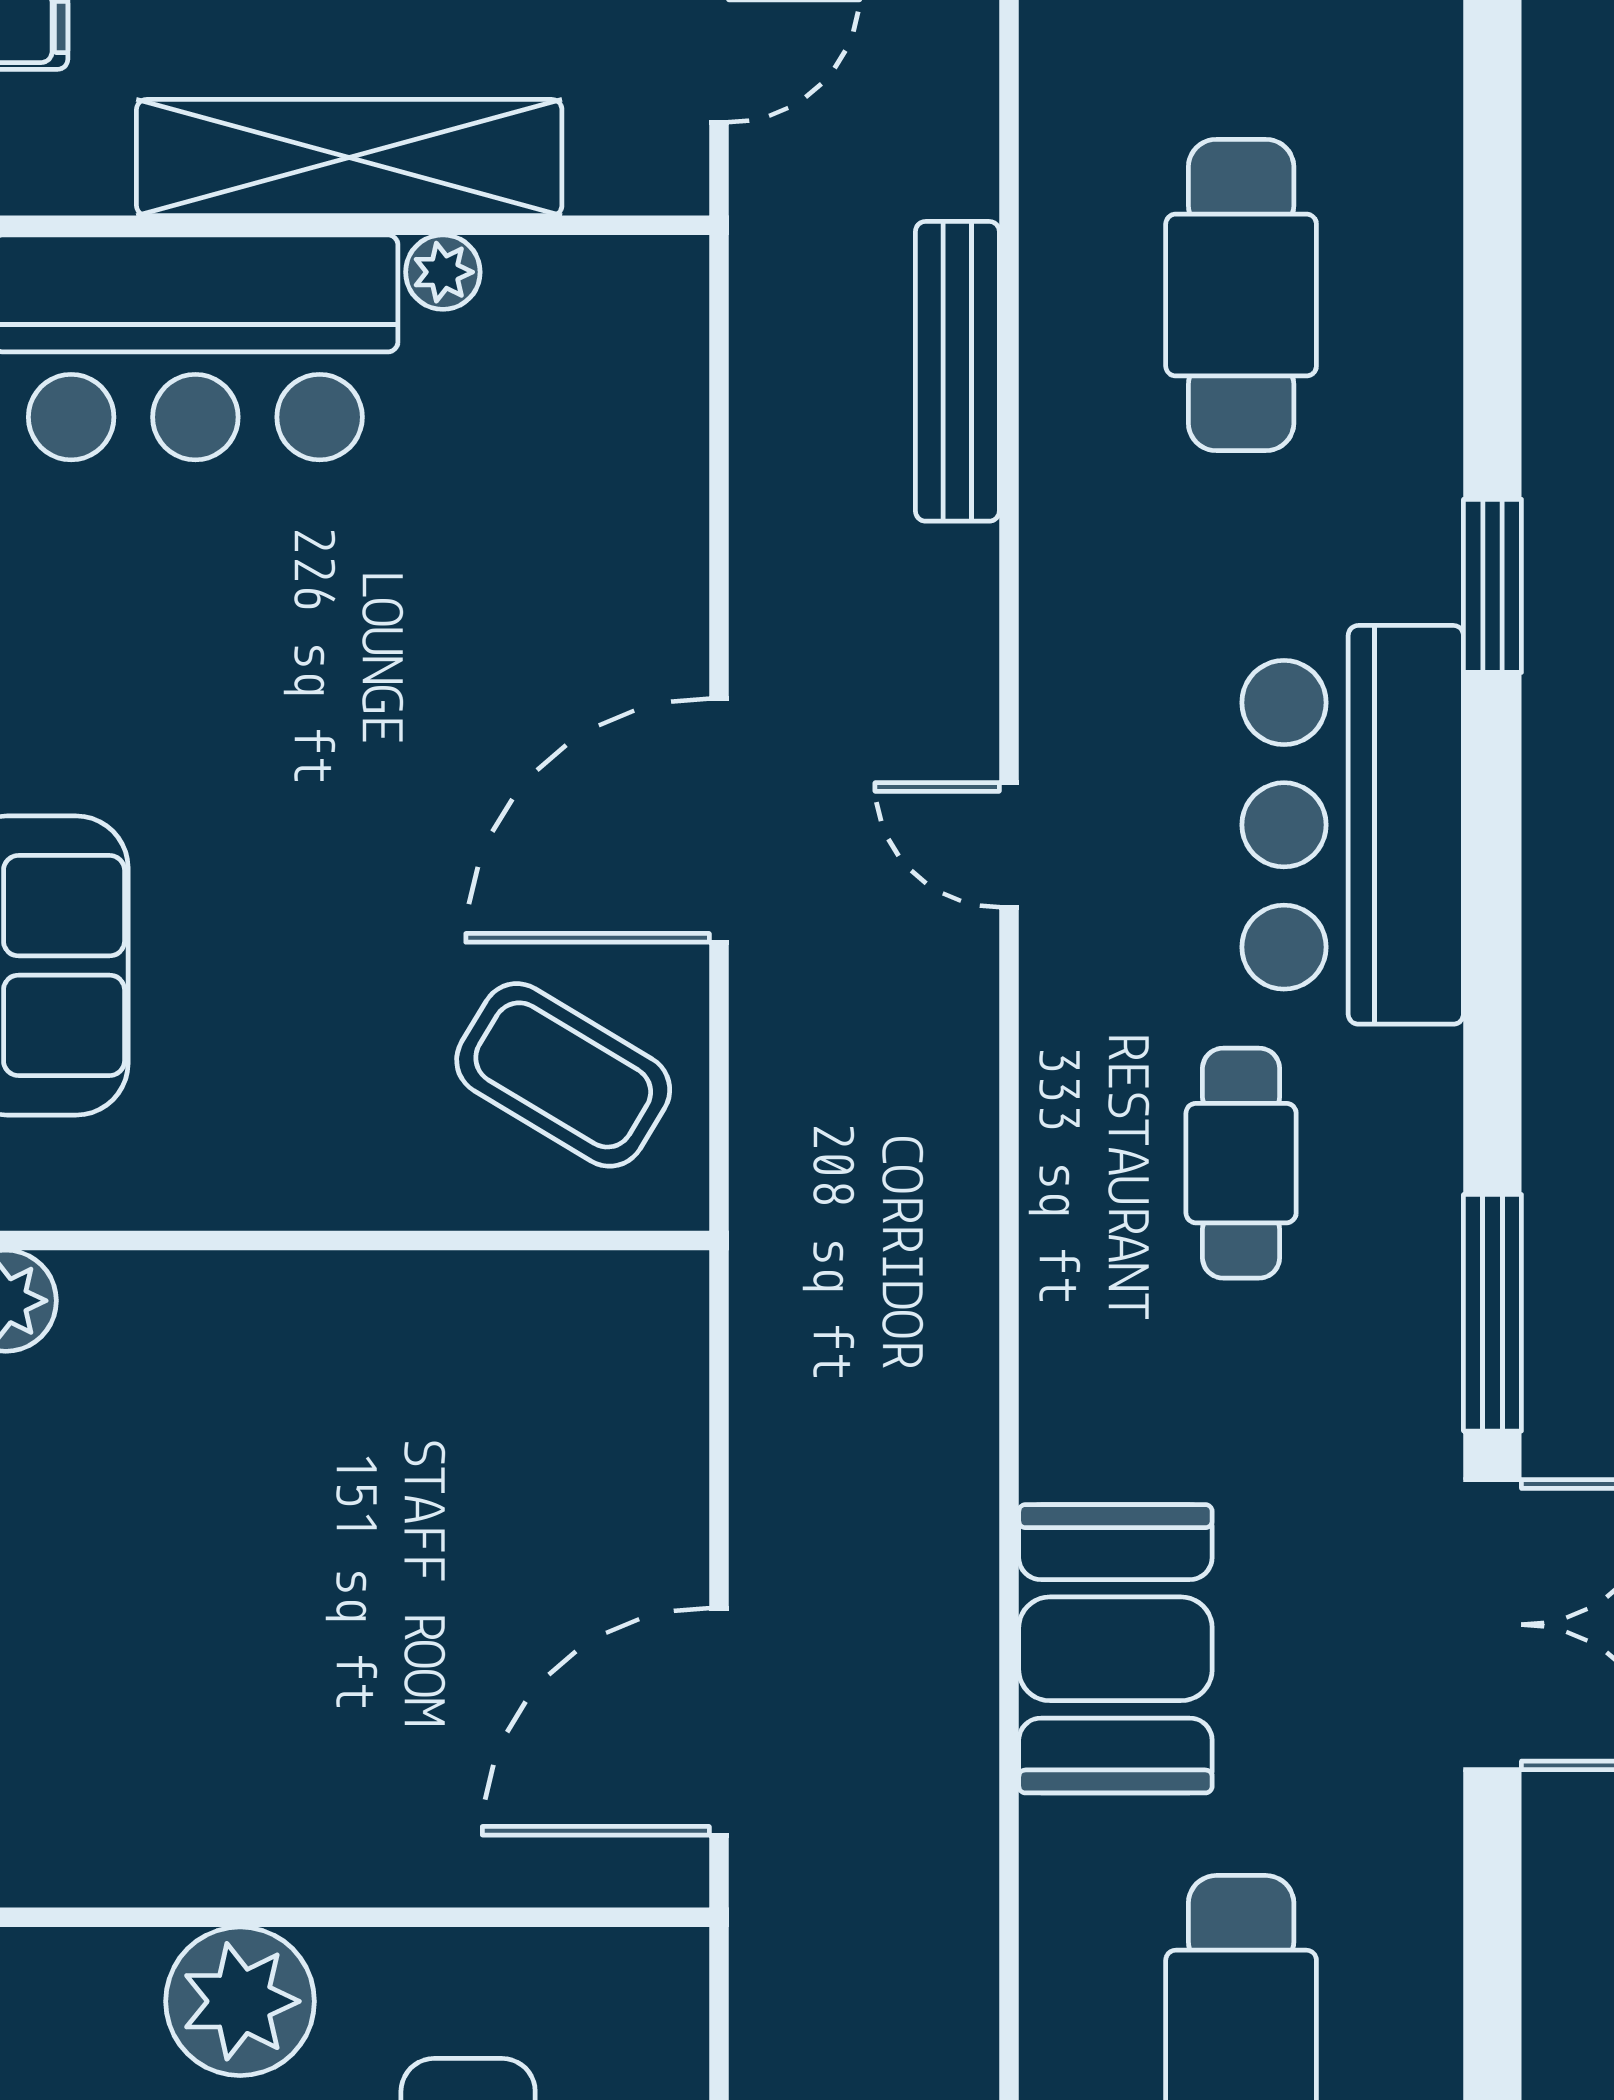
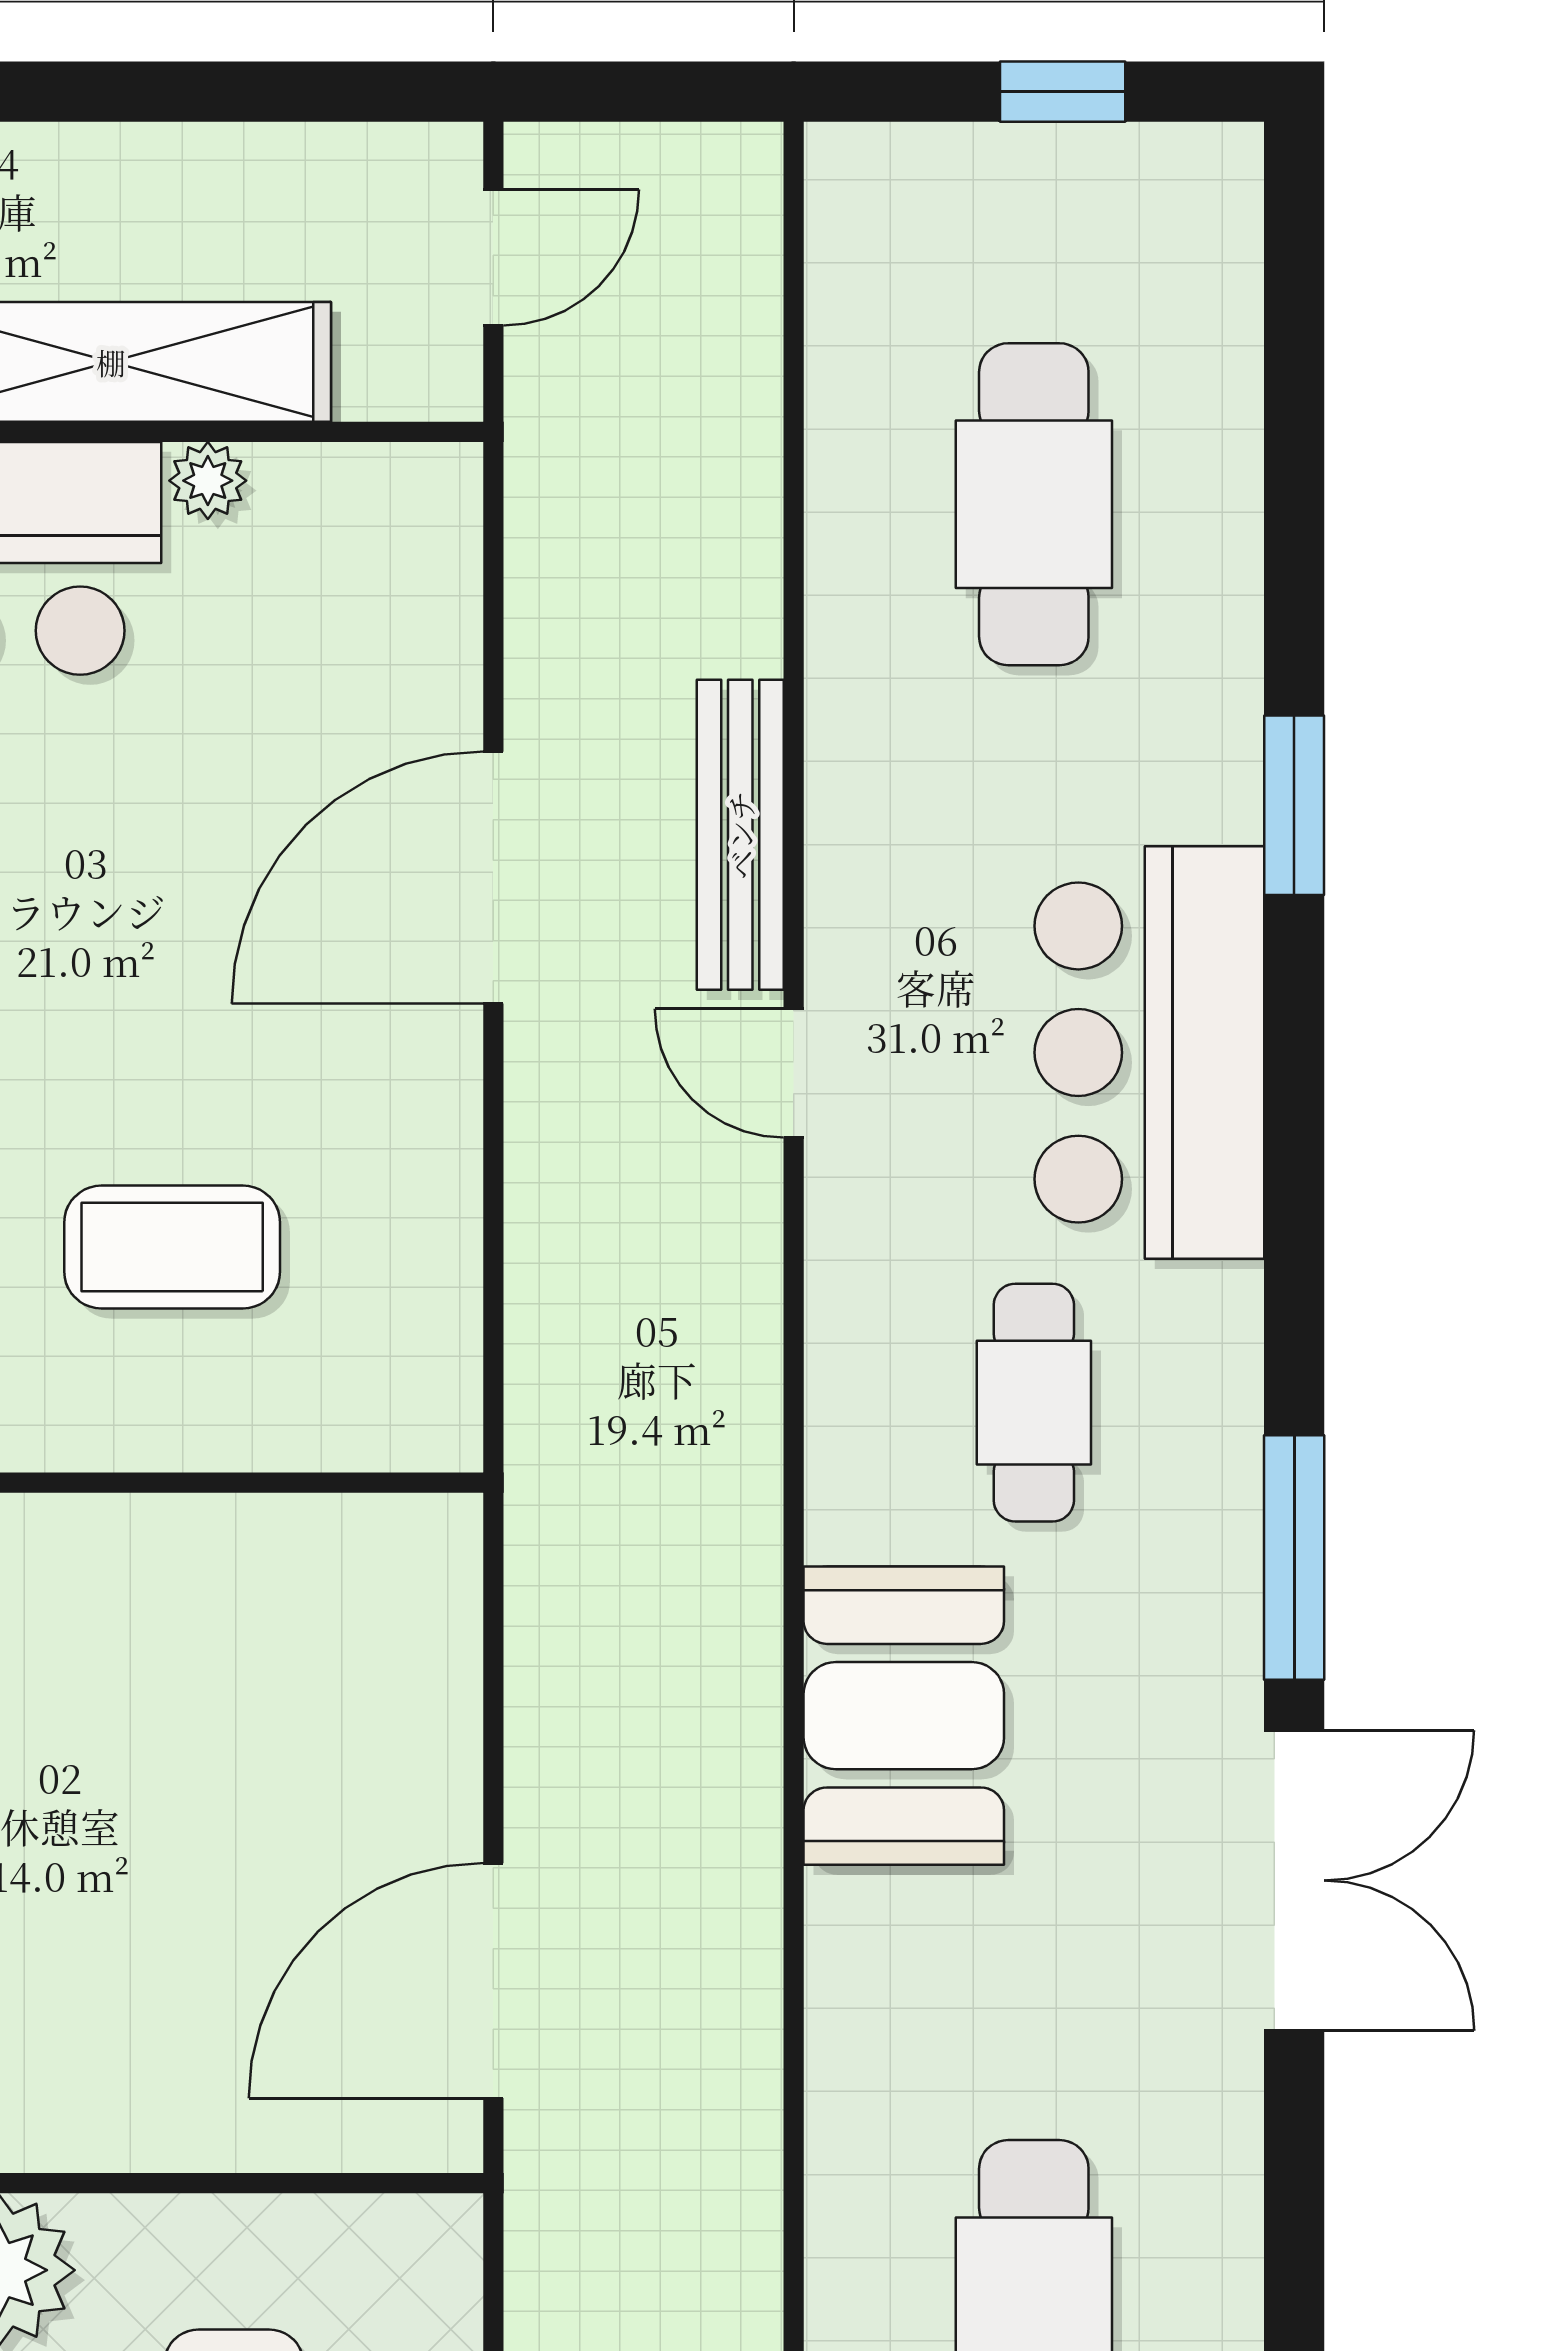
bench: (957, 371) -> (740, 835), moved
door: (719, 820) -> (493, 878), moved
coffee table: (563, 1075) -> (172, 1247), moved, turned -31
booth: (1115, 1649) -> (904, 1716), moved

